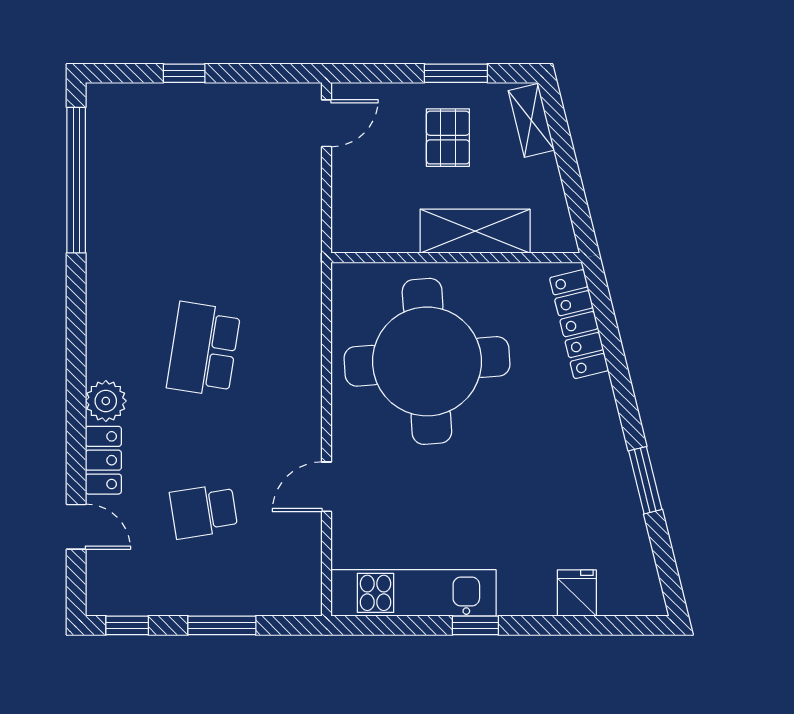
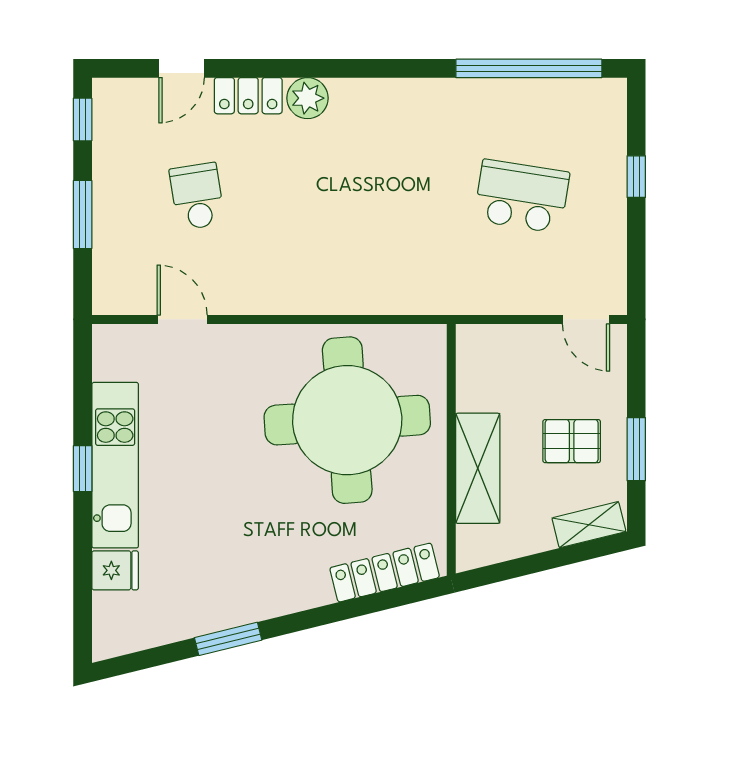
school desk: (204, 349) -> (522, 196), moved
door: (327, 487) -> (182, 319), moved
kitchen unit: (413, 593) -> (115, 465), moved

